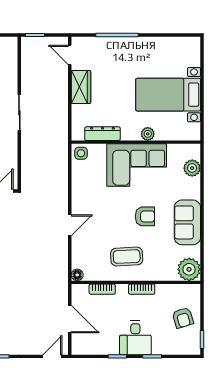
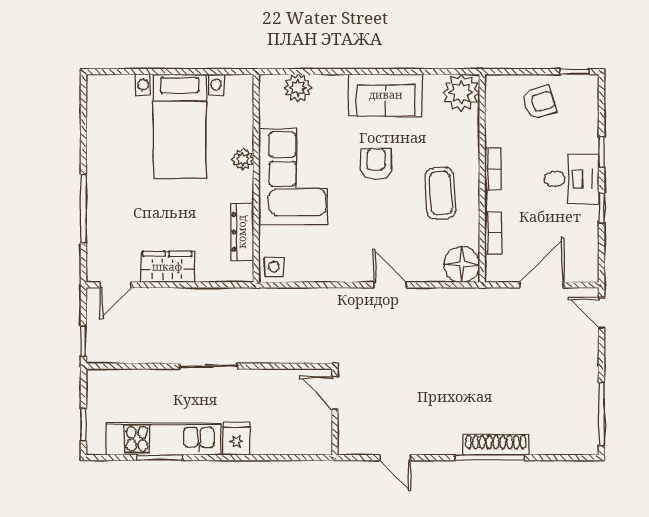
floor lamp: (77, 275) -> (462, 264), width x1.89, depth x1.89

